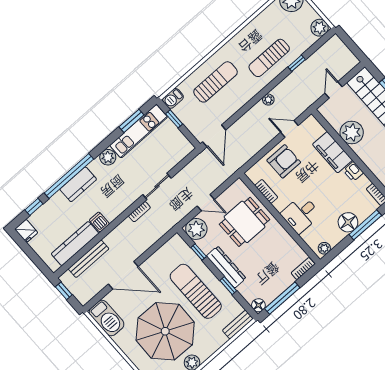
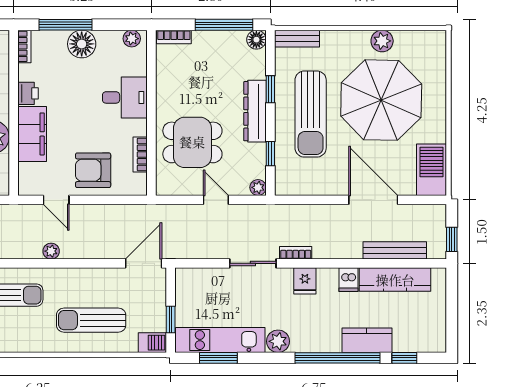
kitchen counter: (78, 184) -> (367, 340), moved
plant: (196, 229) -> (258, 187), width x0.53, depth x0.53
fridge: (26, 231) -> (305, 281), moved, turned 180

